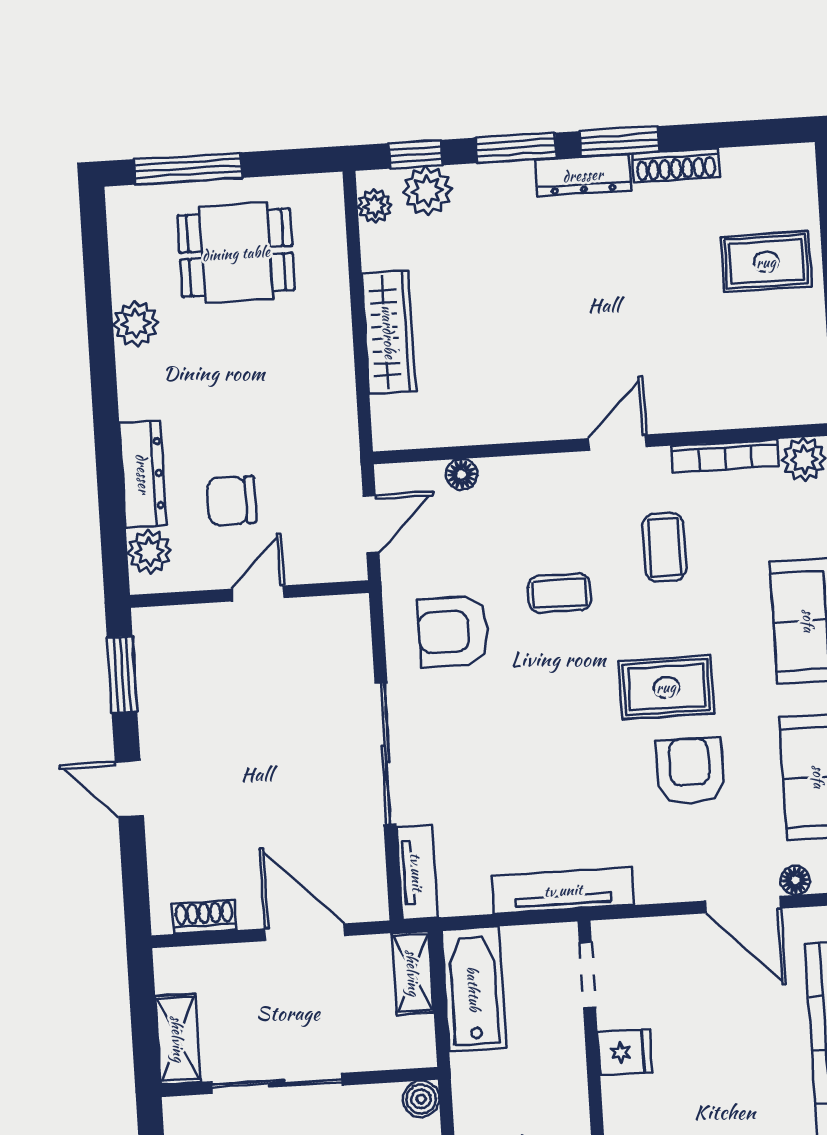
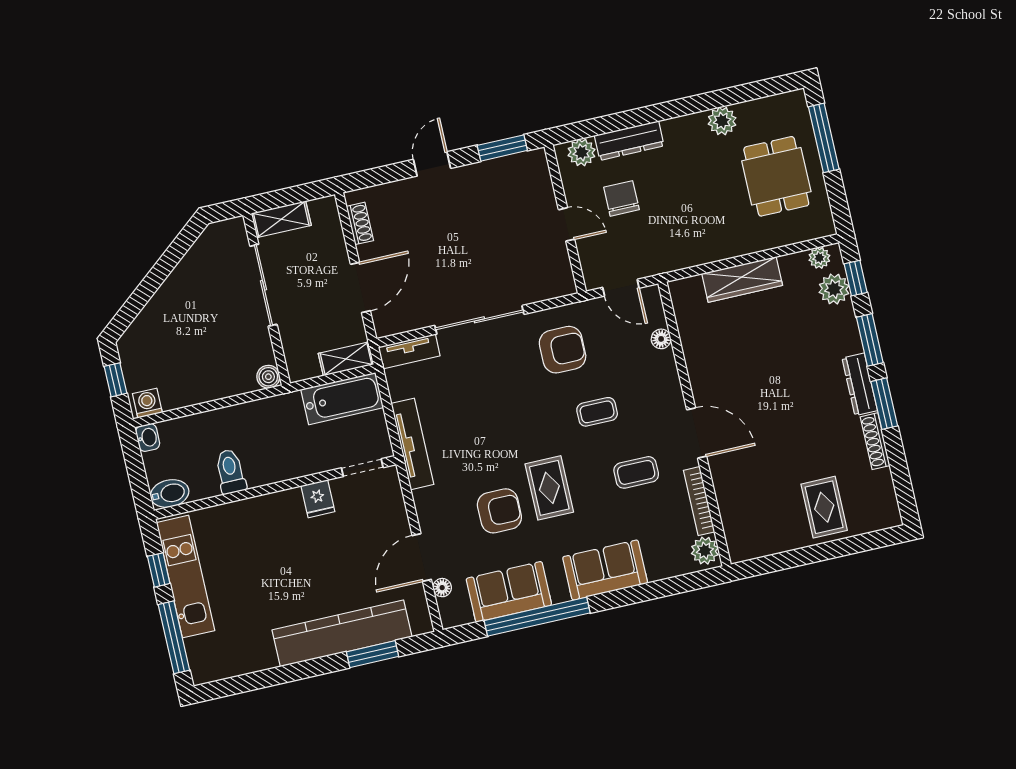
door: (618, 443) -> (697, 433), width x1.38
coffee table: (559, 593) -> (597, 412), turned 90
armchair: (453, 631) -> (563, 350), turned 90

